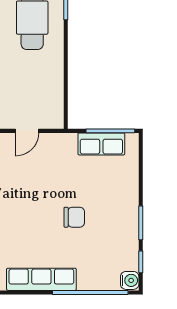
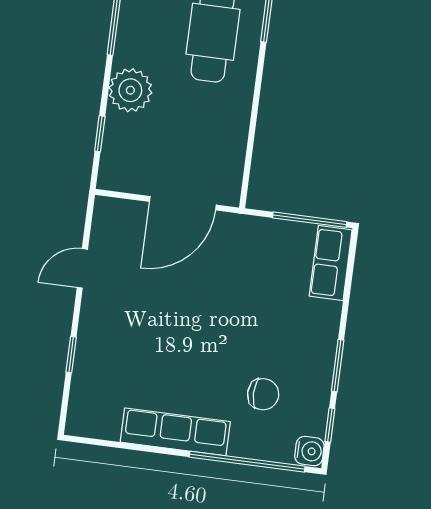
door: (27, 131) -> (183, 203), width x1.88
row of seats: (101, 144) -> (331, 263), moved, turned 90
chair: (74, 217) -> (263, 394), moved

